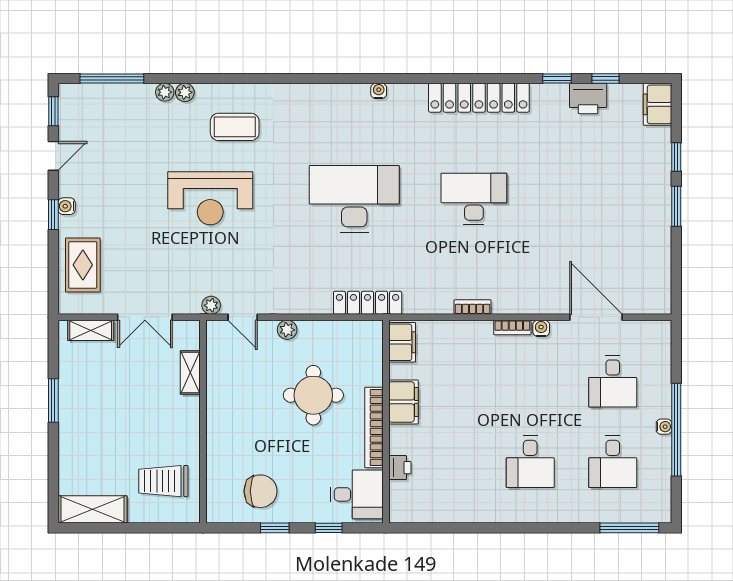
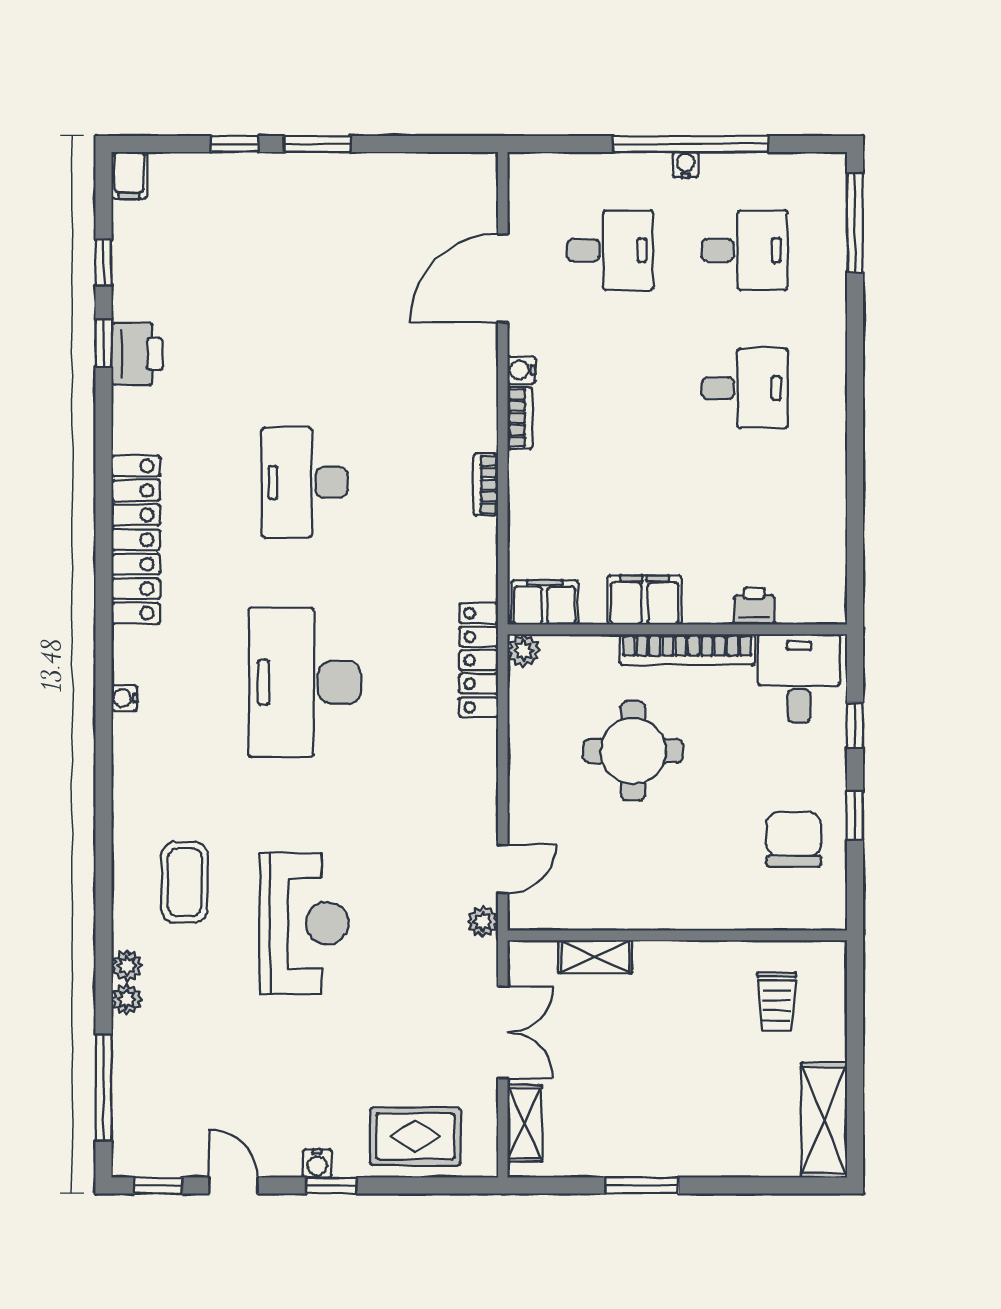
water cooler: (379, 91) -> (124, 698), moved
locker: (479, 98) -> (136, 540), moved
printer: (588, 98) -> (137, 354), moved
filing cabinet: (658, 104) -> (129, 175), width x0.50
plant: (287, 330) -> (524, 650), moved
trolley: (163, 481) -> (777, 1002), width x0.73, depth x0.72

